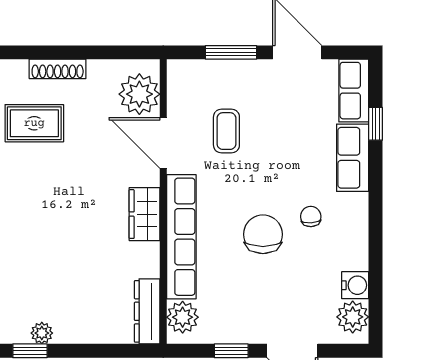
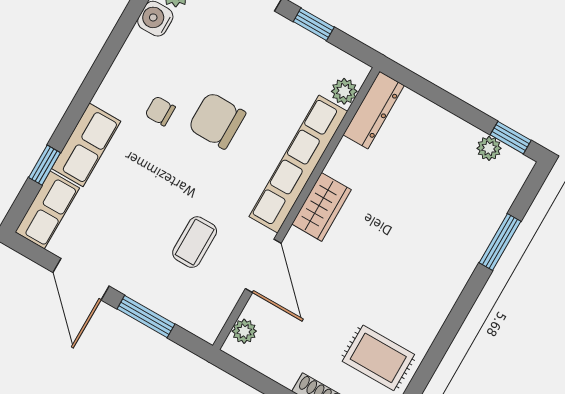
plant: (139, 94) -> (244, 331), width x0.53, depth x0.53
chair: (311, 216) -> (160, 111), turned 94
chair: (263, 234) -> (217, 120), turned 90
plant: (183, 317) -> (344, 91), width x0.73, depth x0.73

